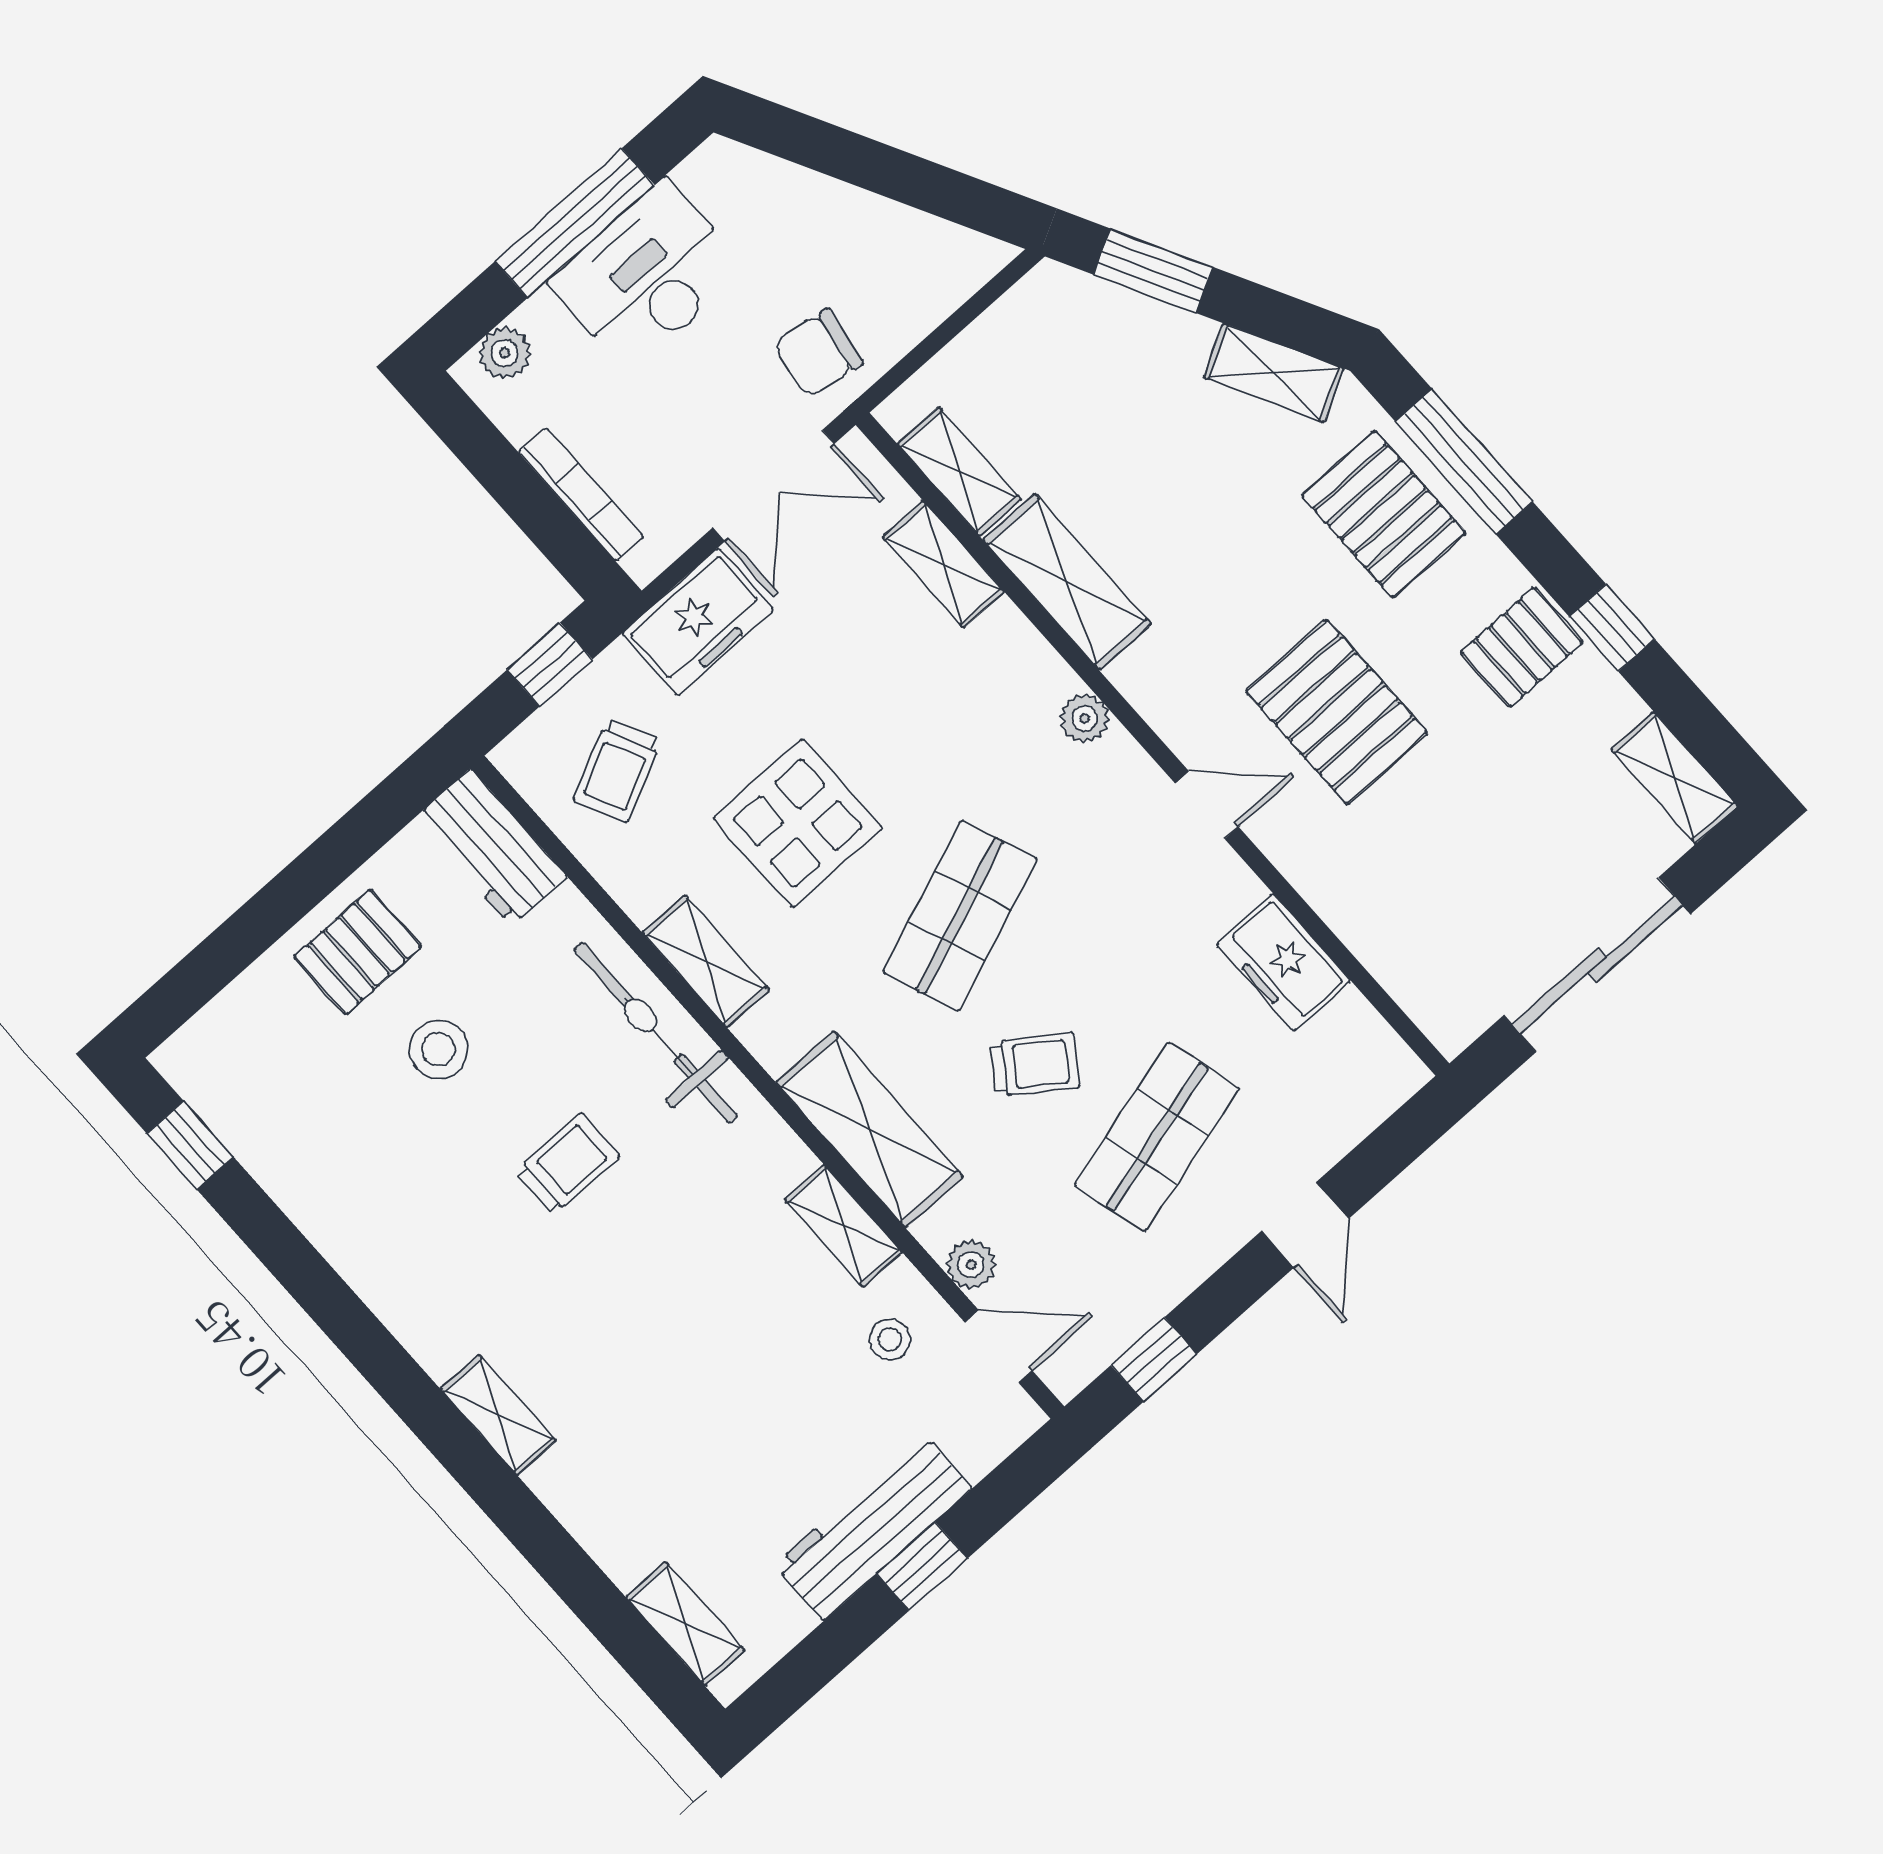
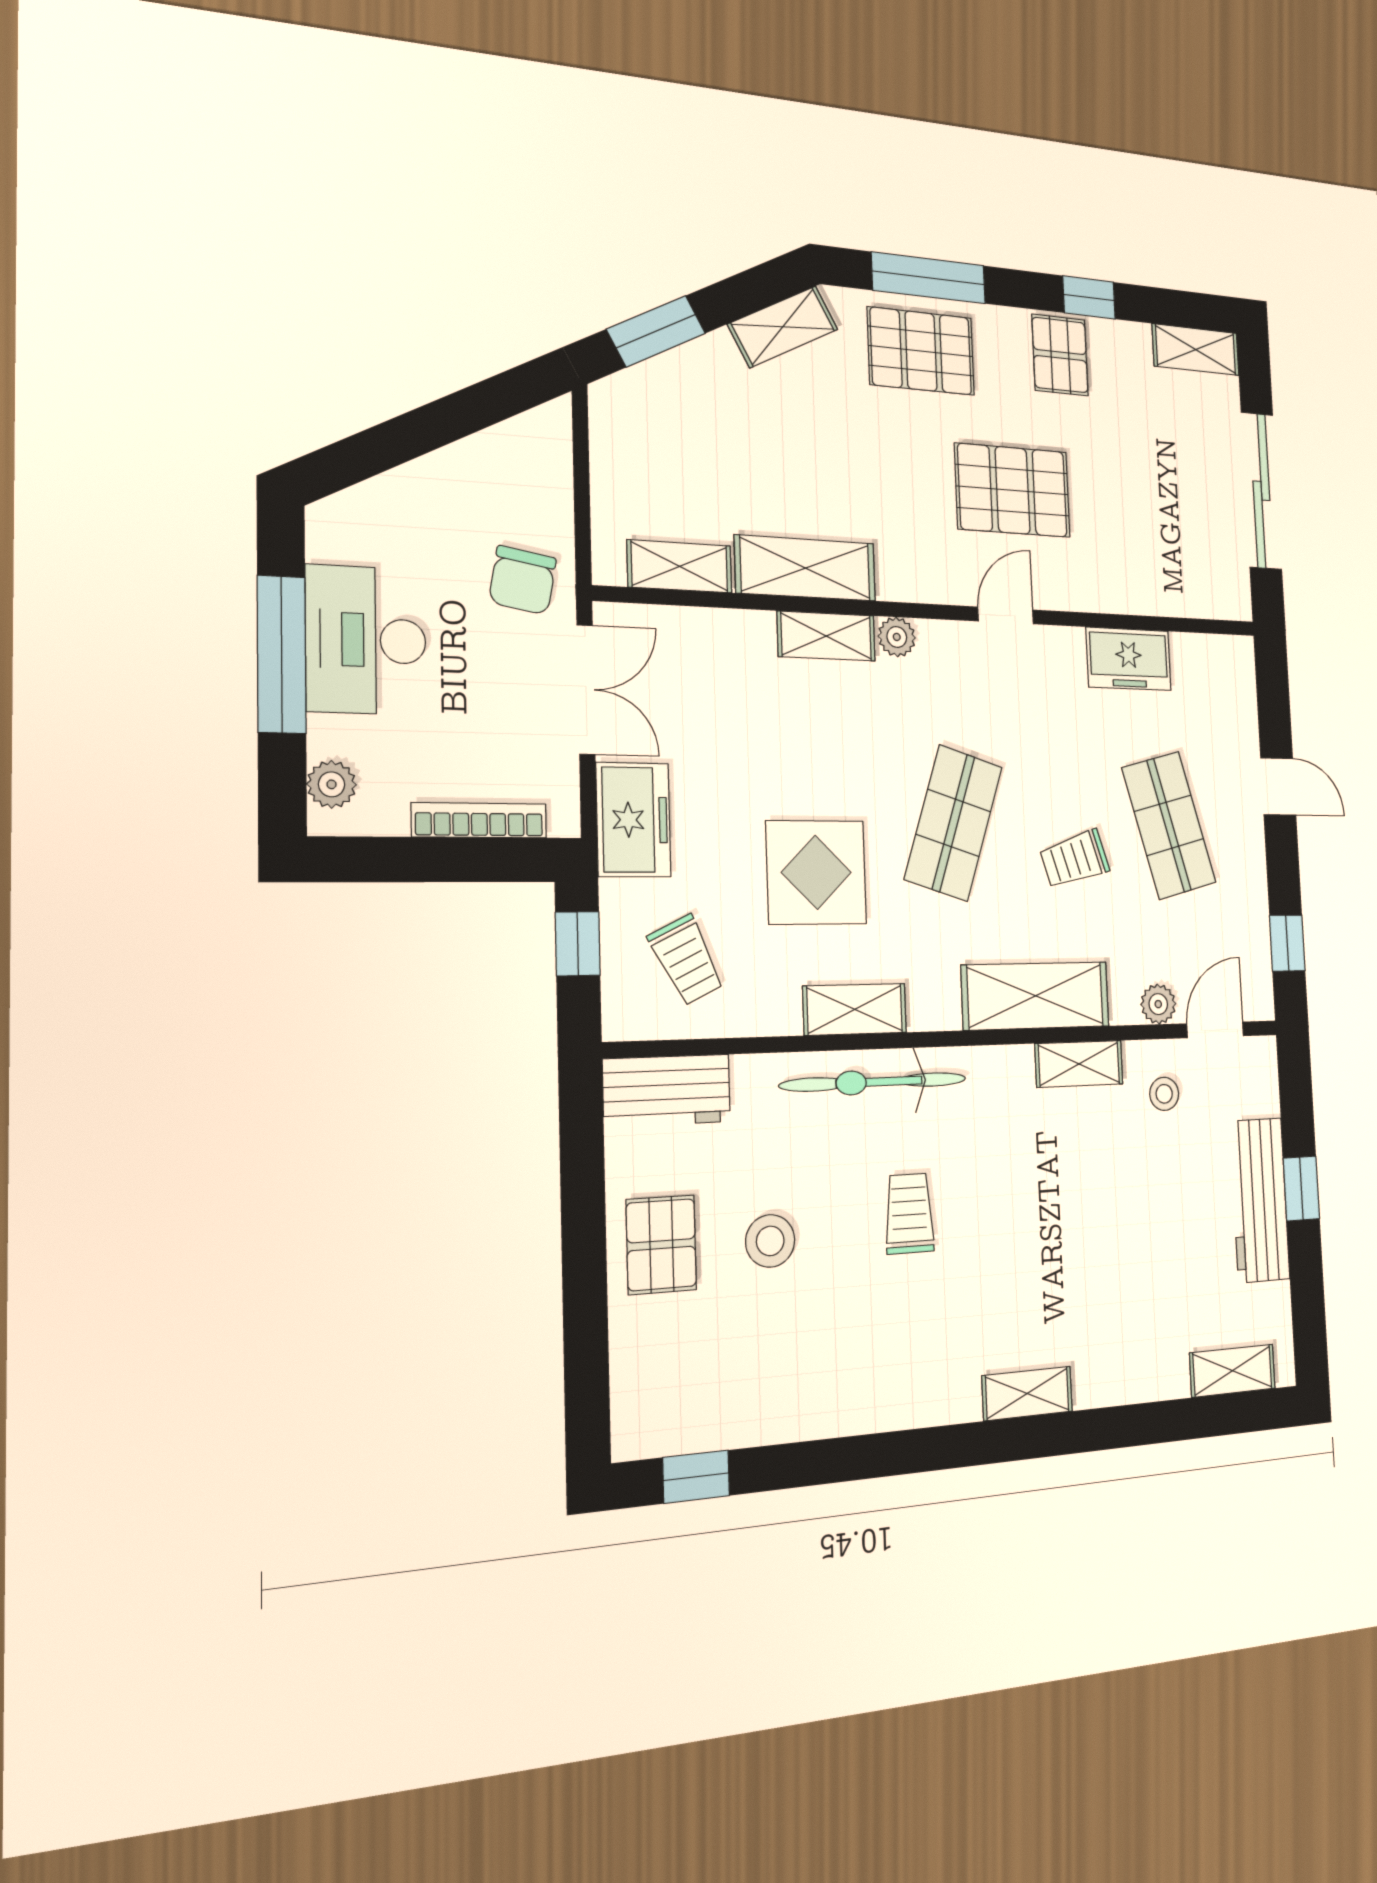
shelving: (943, 564) -> (826, 636), moved
shop shelf: (960, 916) -> (953, 823), turned 39
trolley: (1035, 1065) -> (1075, 859), turned -142

